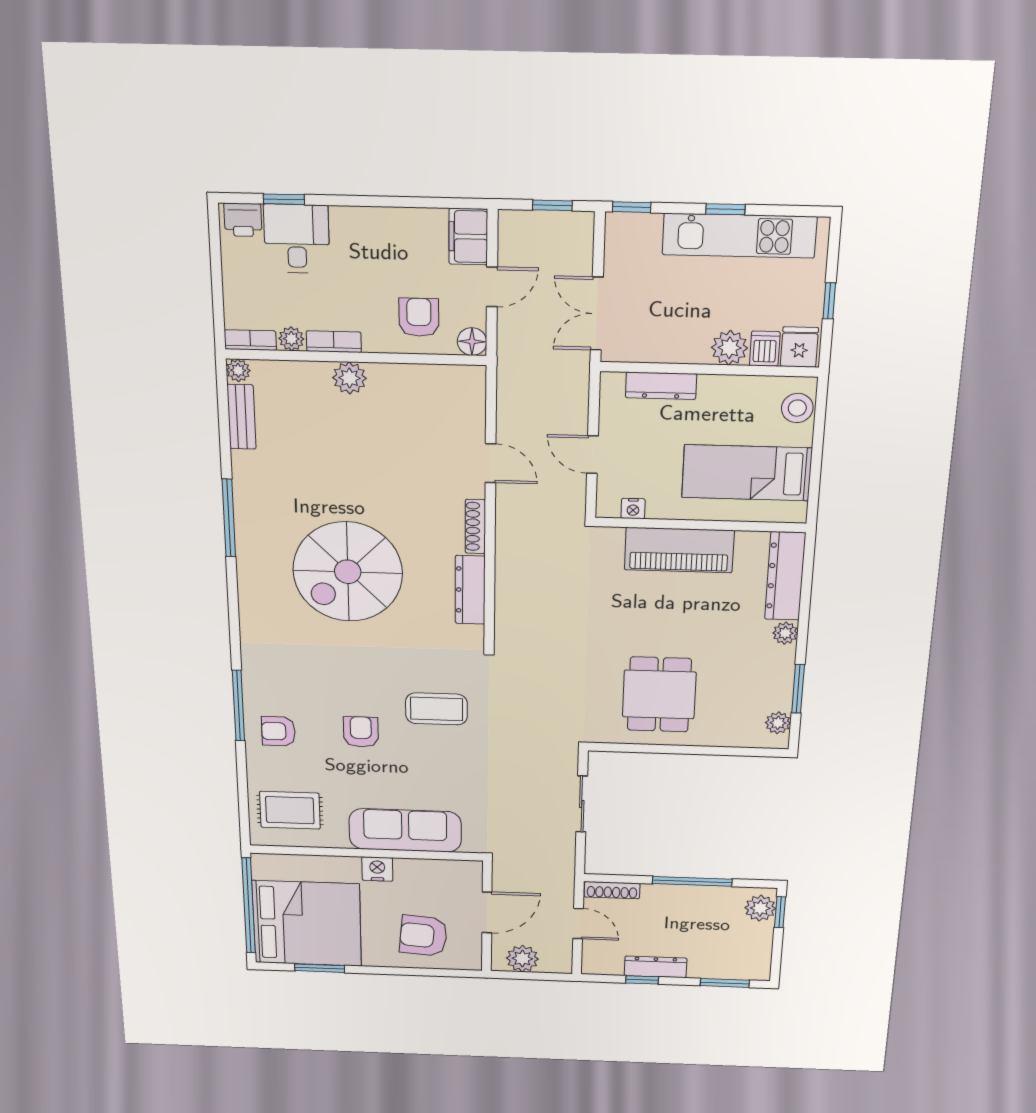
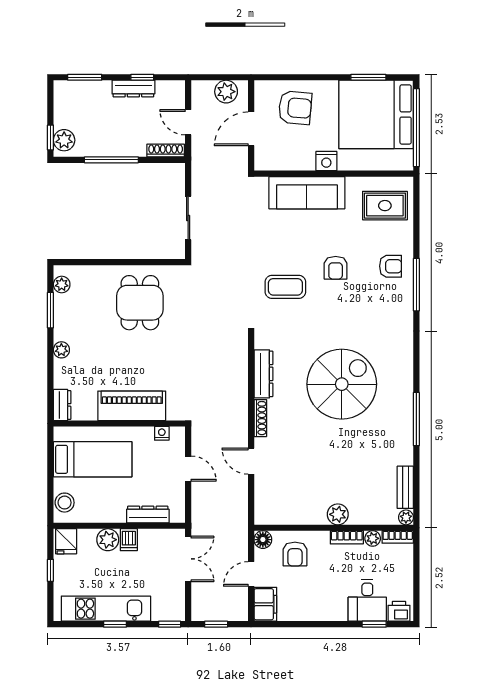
dishwasher: (765, 349) -> (129, 540), moved
dresser: (785, 576) -> (62, 405), width x0.51, depth x0.80

